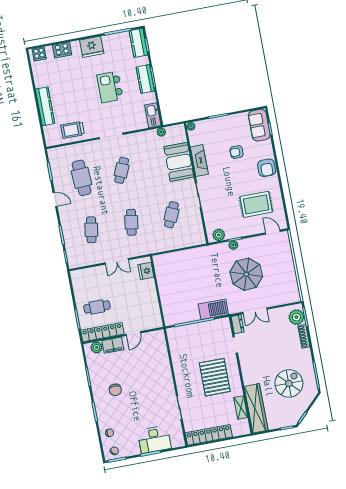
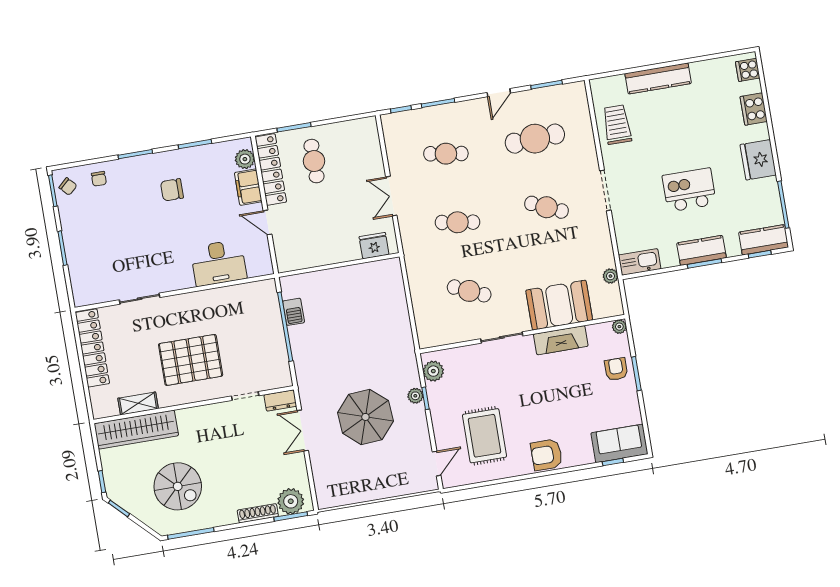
armchair: (237, 152) -> (616, 369), moved
barbecue: (213, 309) -> (294, 312), moved, width x0.53, depth x0.65
desk: (154, 439) -> (219, 263), moved, turned -90

